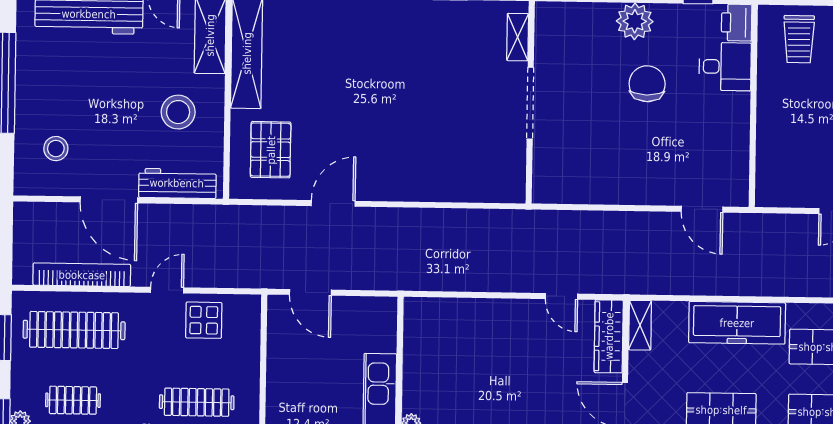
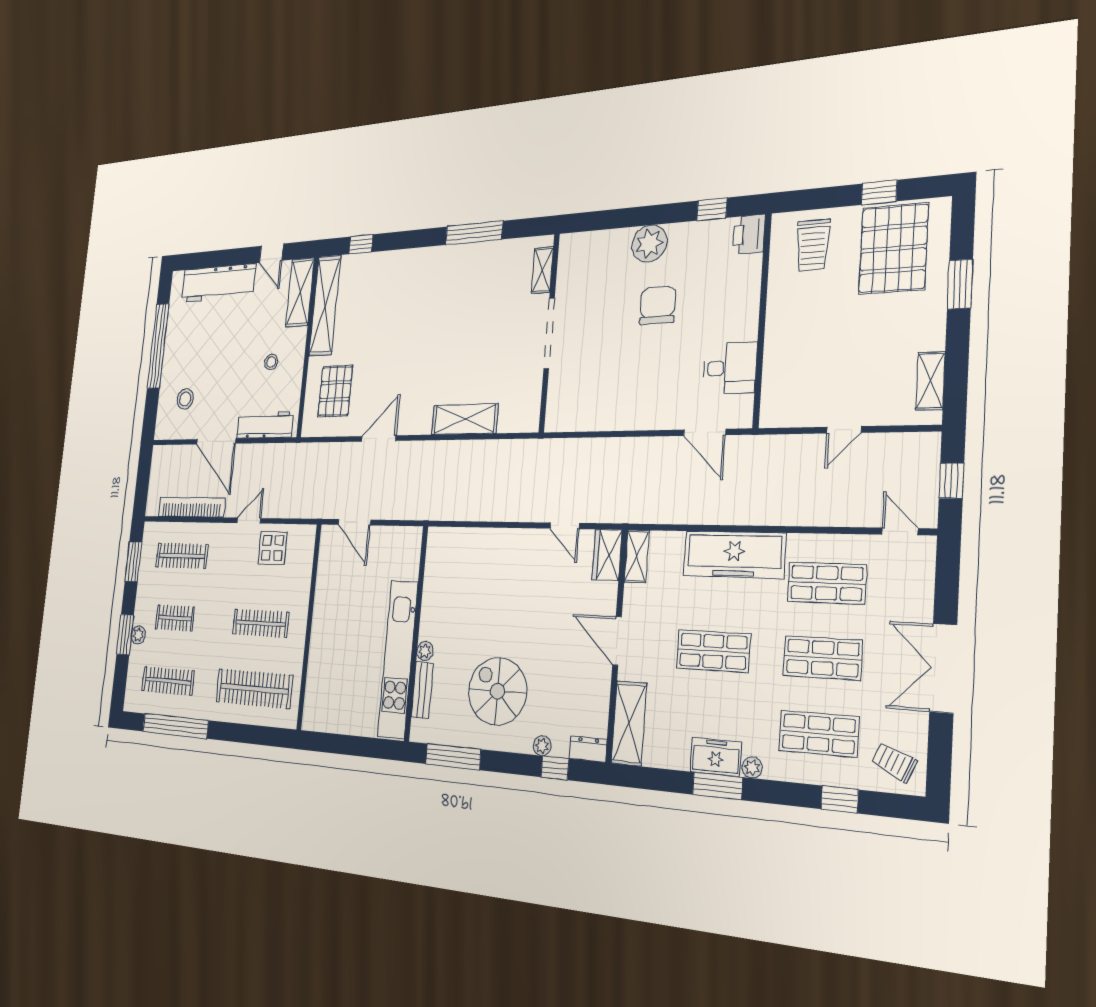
desk: (725, 67) -> (730, 368), moved
stool: (178, 112) -> (271, 362), width x0.53, depth x0.53
shelving: (438, 187) -> (465, 419), added
clothes rail: (74, 330) -> (182, 556), width x0.73, depth x0.76
wardrobe: (609, 336) -> (607, 555), width x0.67

